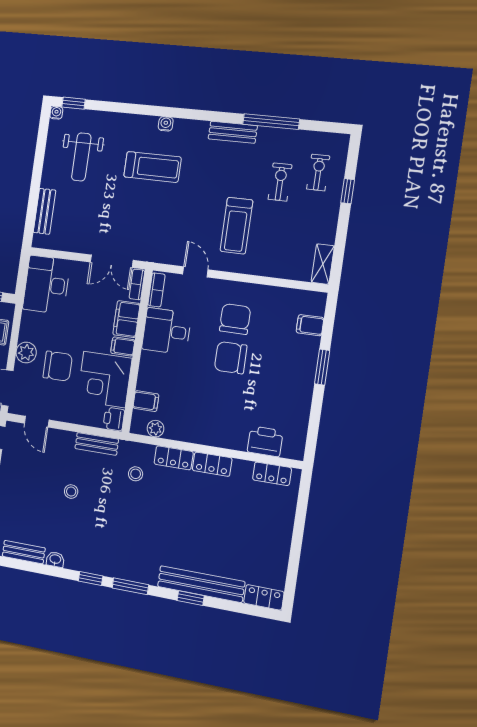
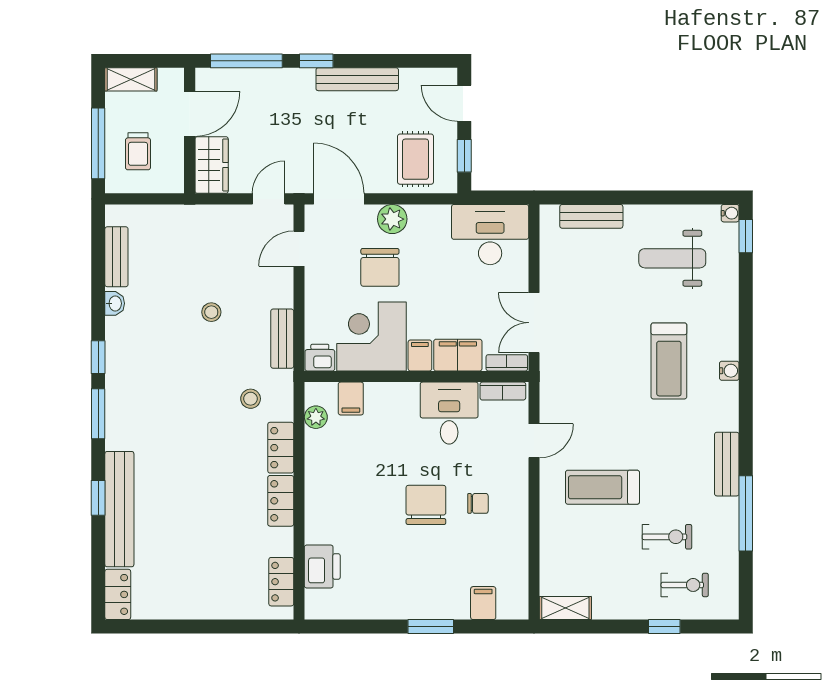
chair: (235, 319) -> (478, 503), width x0.54, depth x0.54

